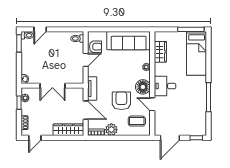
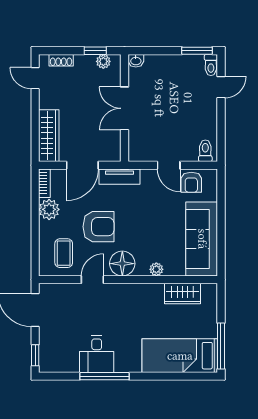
door: (40, 29) -> (221, 87), swing flipped
desk: (165, 86) -> (97, 354), moved, turned 180

